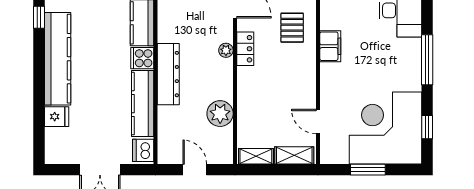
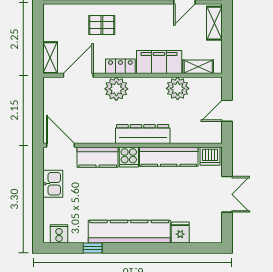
plant: (226, 50) -> (116, 89), width x1.88, depth x1.88
filing cabinet: (250, 93) -> (159, 62), added
shelving: (256, 156) -> (198, 67), moved, turned 90

